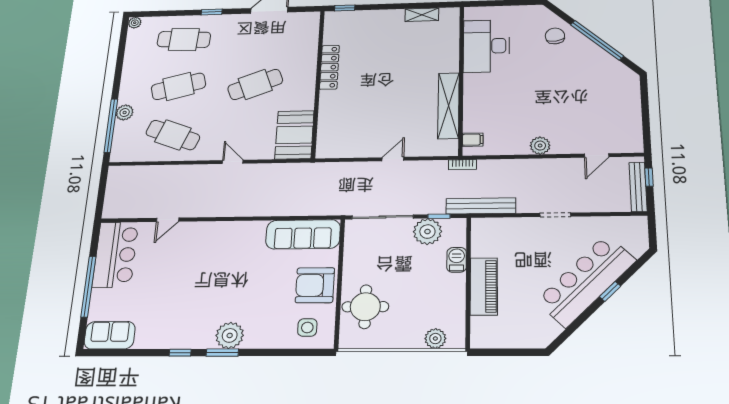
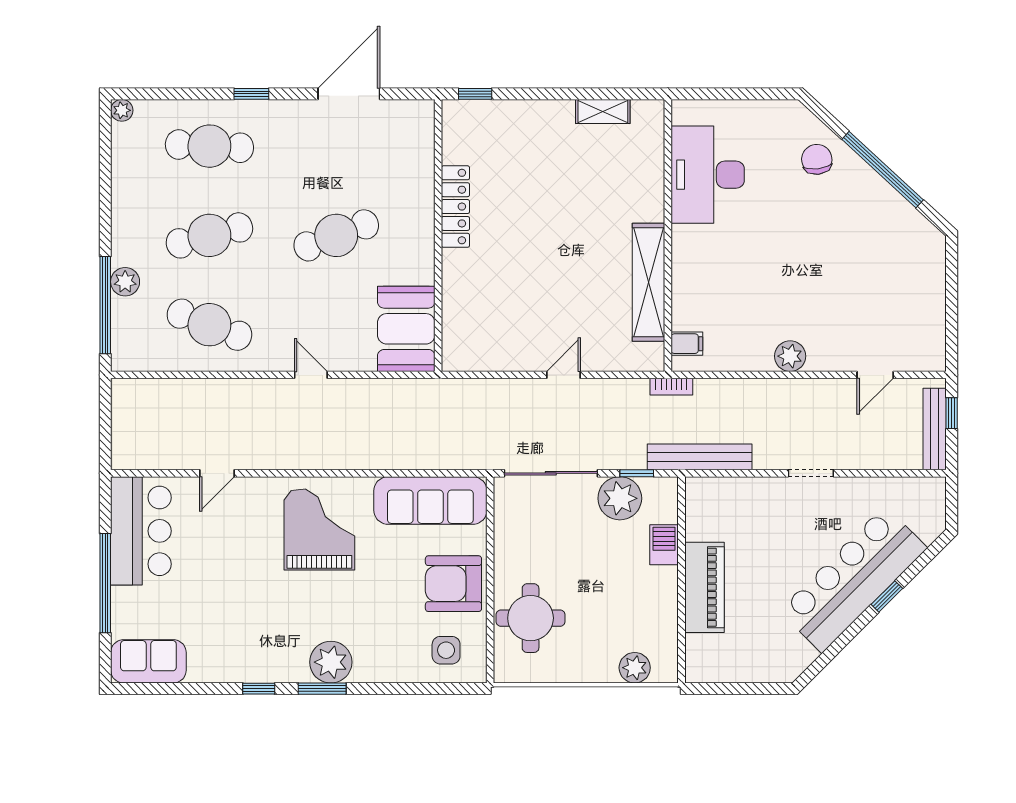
grand piano: (230, 253) -> (319, 529), added

